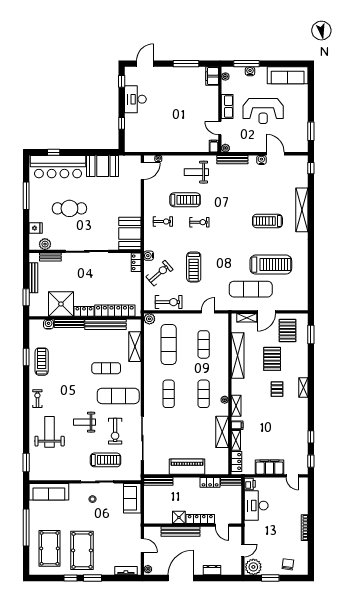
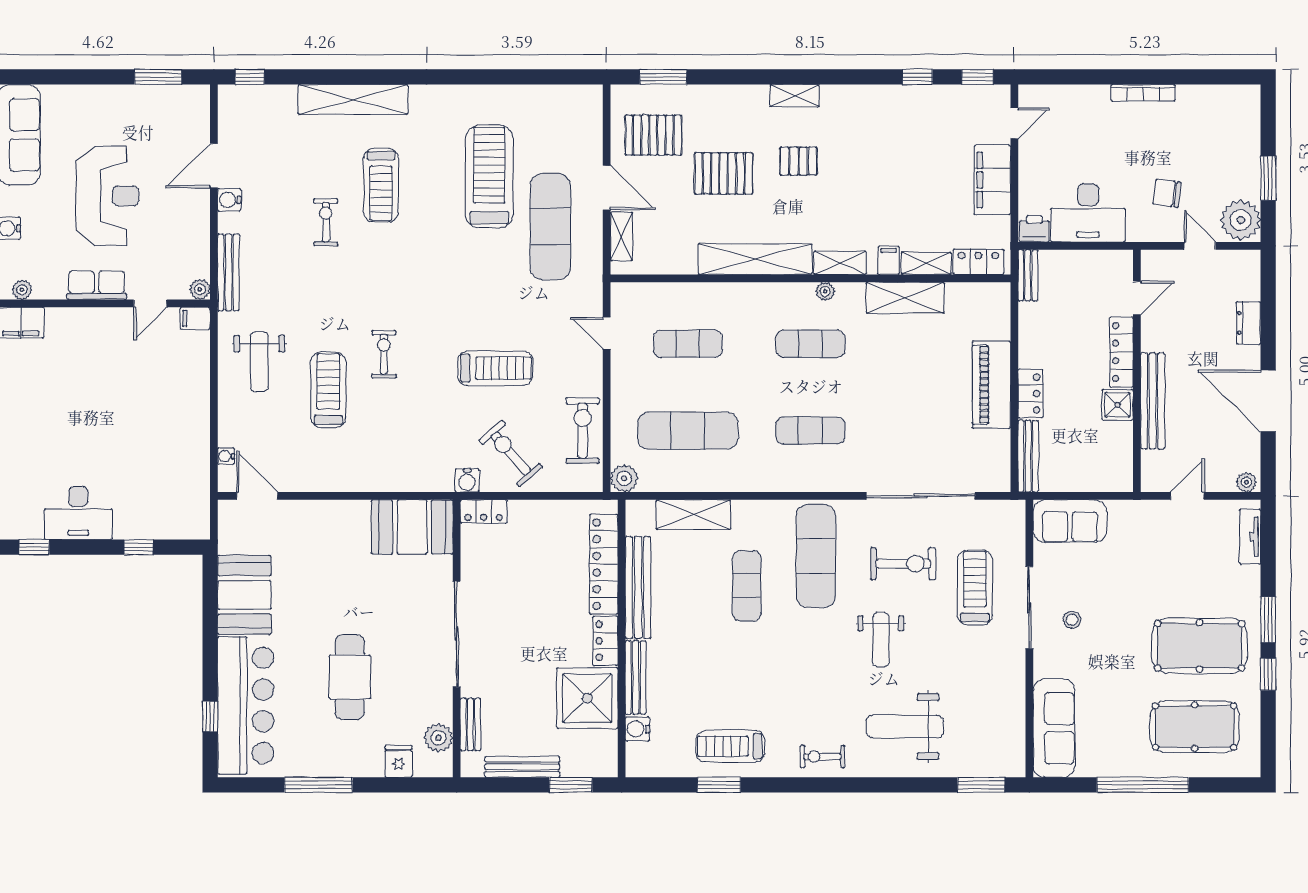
exercise bike: (163, 222) -> (326, 222), moved
shelving: (238, 356) -> (755, 259), moved
locker: (210, 482) -> (1030, 394), moved
chair: (288, 564) -> (1167, 193), moved

